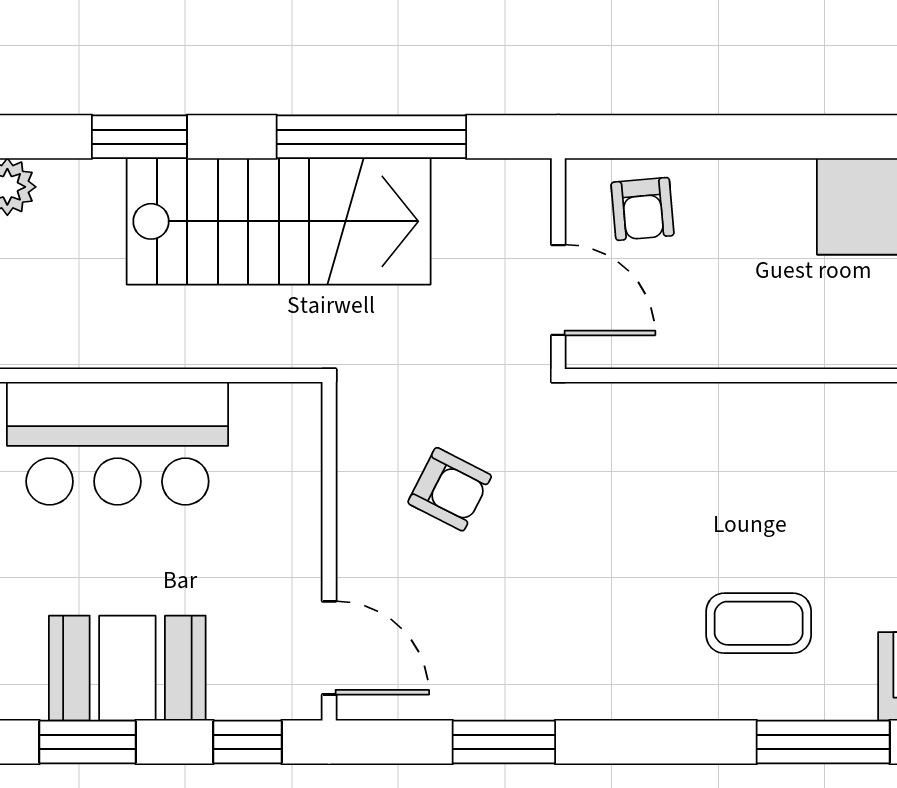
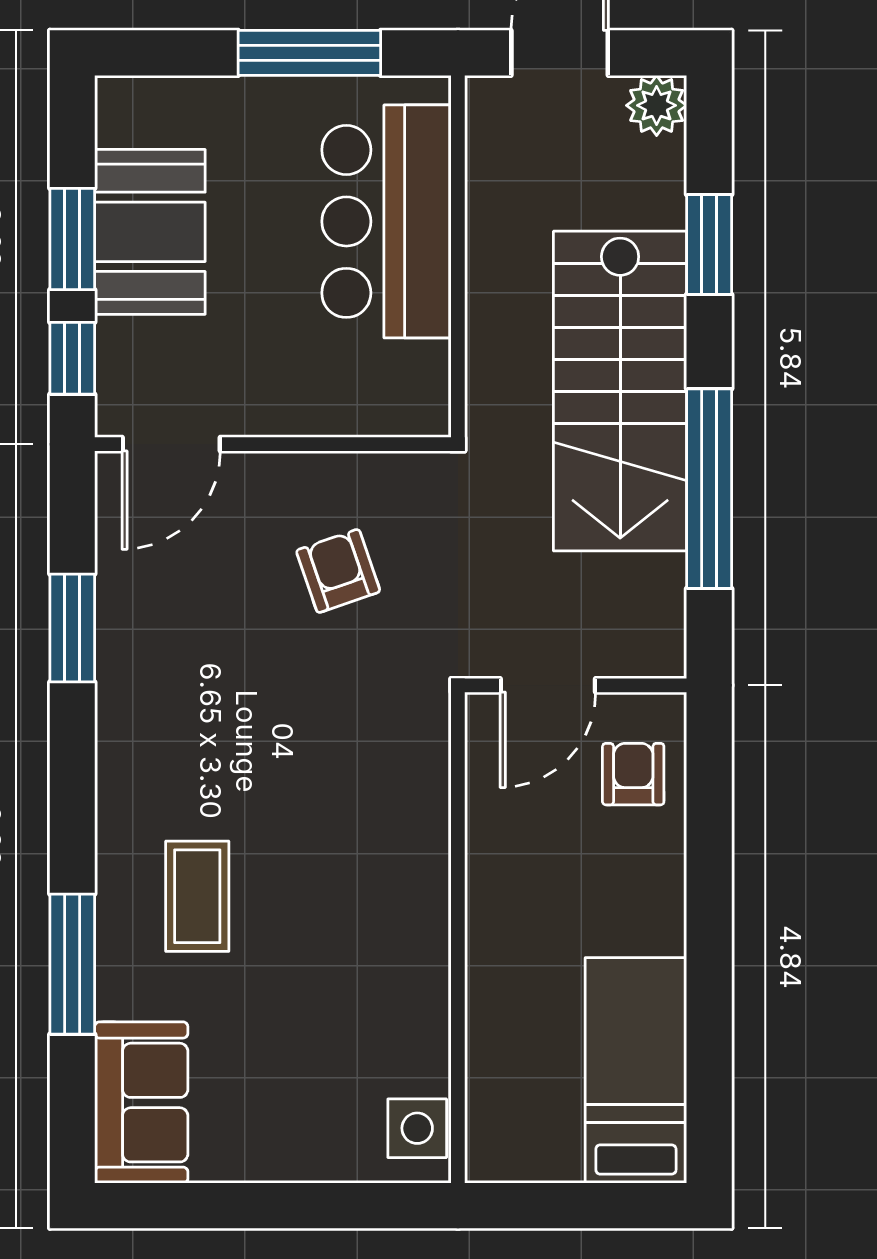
armchair: (643, 209) -> (633, 774), turned 95
armchair: (450, 489) -> (338, 571), turned 134
window: (88, 742) -> (72, 239), moved

